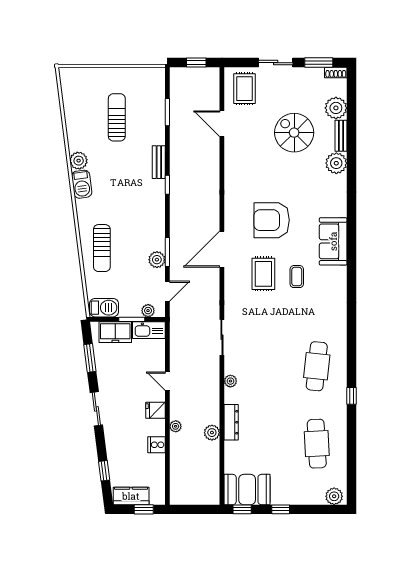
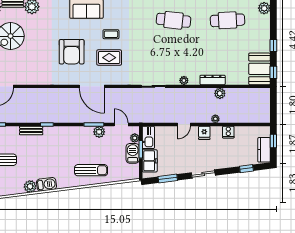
barbecue: (104, 308) -> (133, 153), moved

